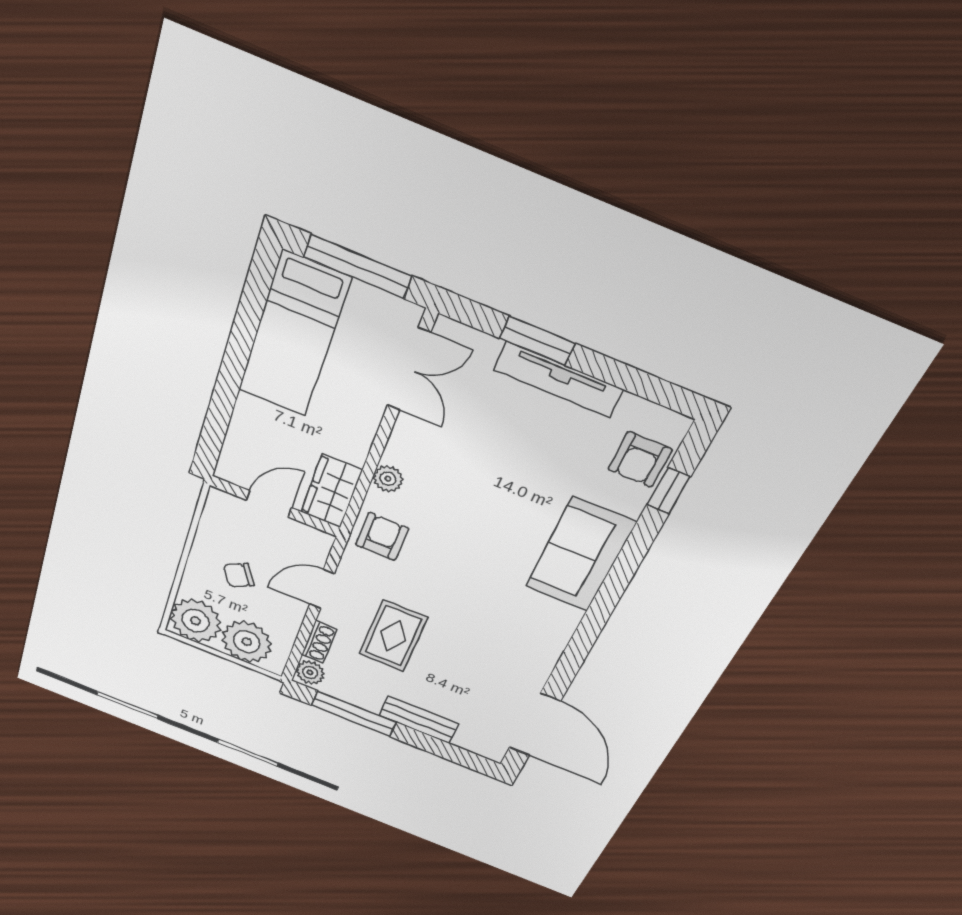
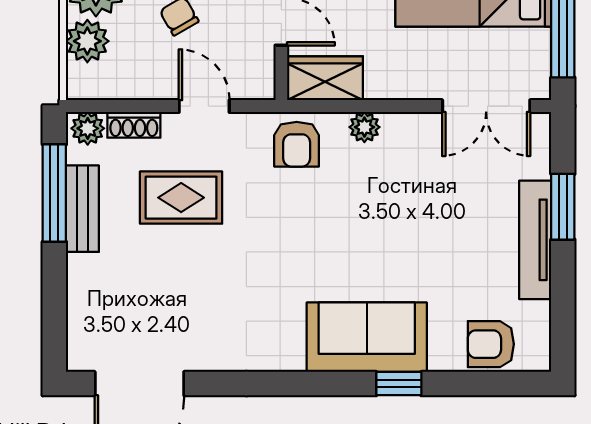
window: (669, 491) -> (399, 384), moved
armchair: (382, 537) -> (297, 144), turned 90
plant: (247, 642) -> (87, 41), width x0.73, depth x0.73
bench: (419, 720) -> (82, 209), moved

